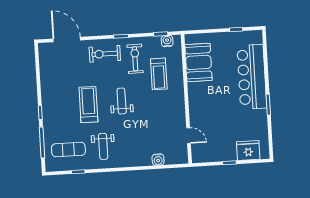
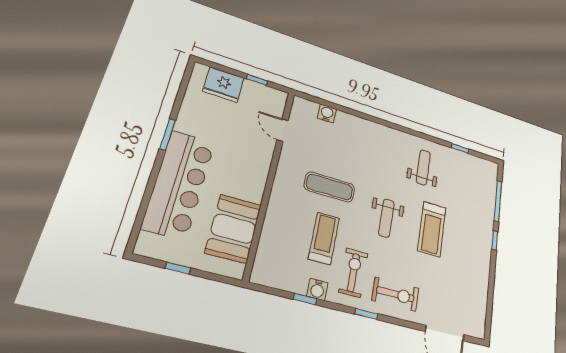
water cooler: (167, 41) -> (317, 289), moved
exercise bike: (135, 59) -> (353, 273), turned 180
booth: (198, 62) -> (234, 229), moved
wall: (186, 99) -> (270, 181), moved
door: (189, 136) -> (283, 130), moved
exercise mat: (68, 150) -> (330, 187), moved
water cooler: (158, 160) -> (327, 114), moved

